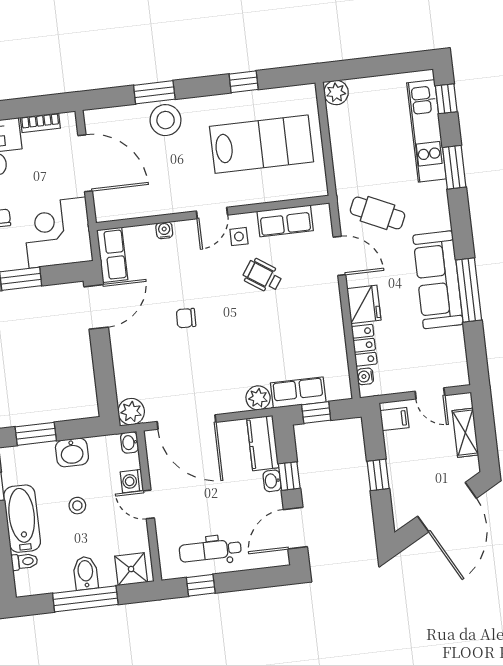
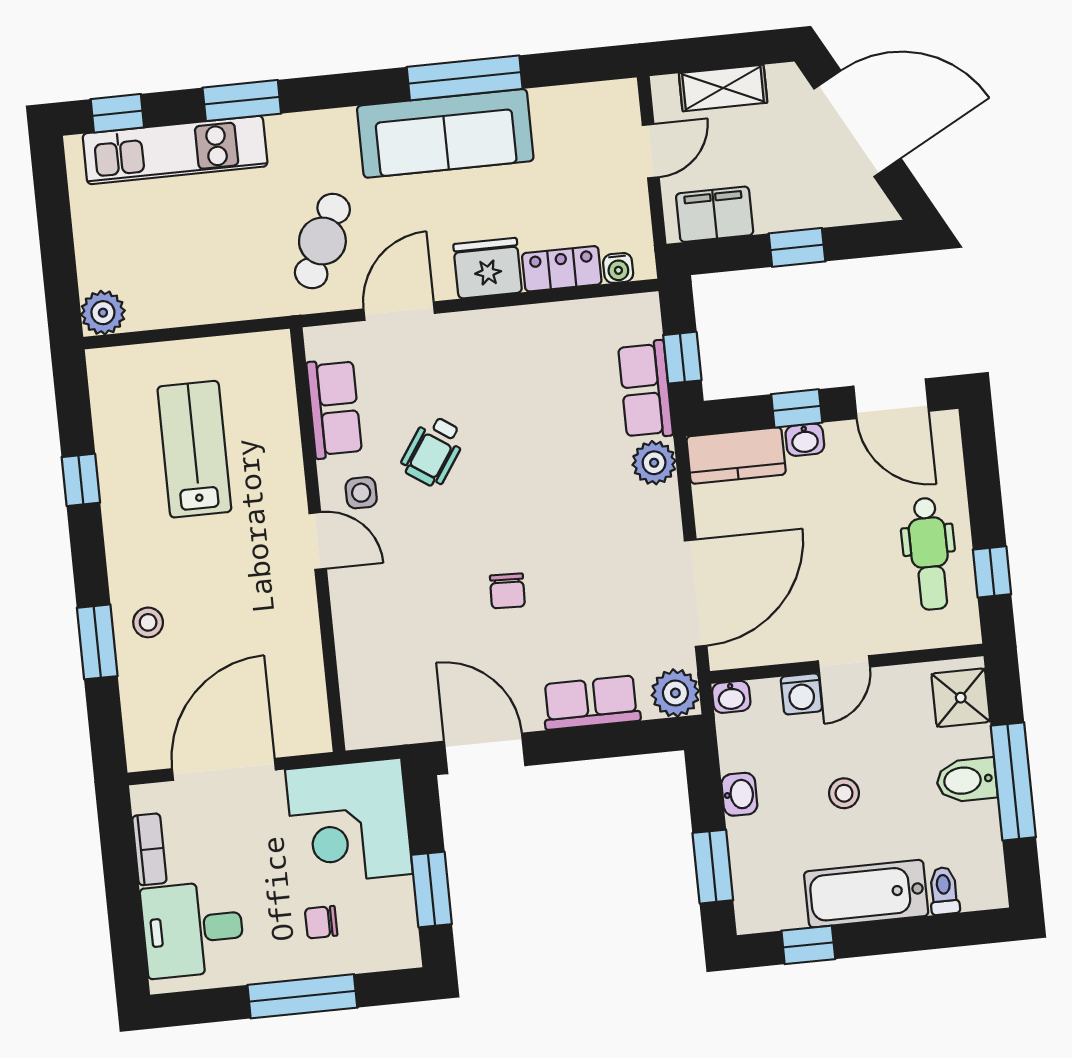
stool: (166, 120) -> (148, 622), width x0.53, depth x0.53
lab bench: (262, 144) -> (194, 449), width x0.73, depth x0.72
water cooler: (164, 230) -> (348, 628), removed
row of seats: (112, 255) -> (591, 703), moved
filing cabinet: (394, 419) -> (715, 214), width x2.00
washbasin: (72, 452) -> (739, 794), width x0.72, depth x0.69

